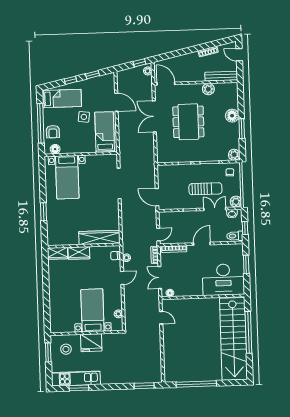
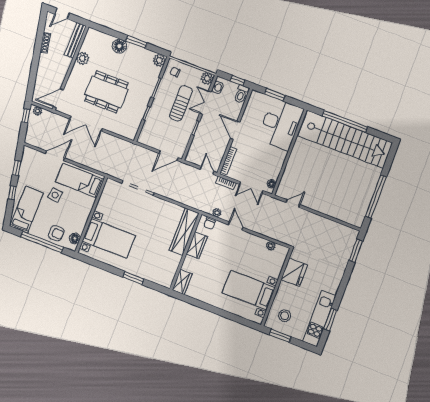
wardrobe: (79, 253) -> (197, 245), moved
bed with nightstands: (92, 310) -> (249, 290), moved
fridge: (91, 343) -> (294, 272), moved

